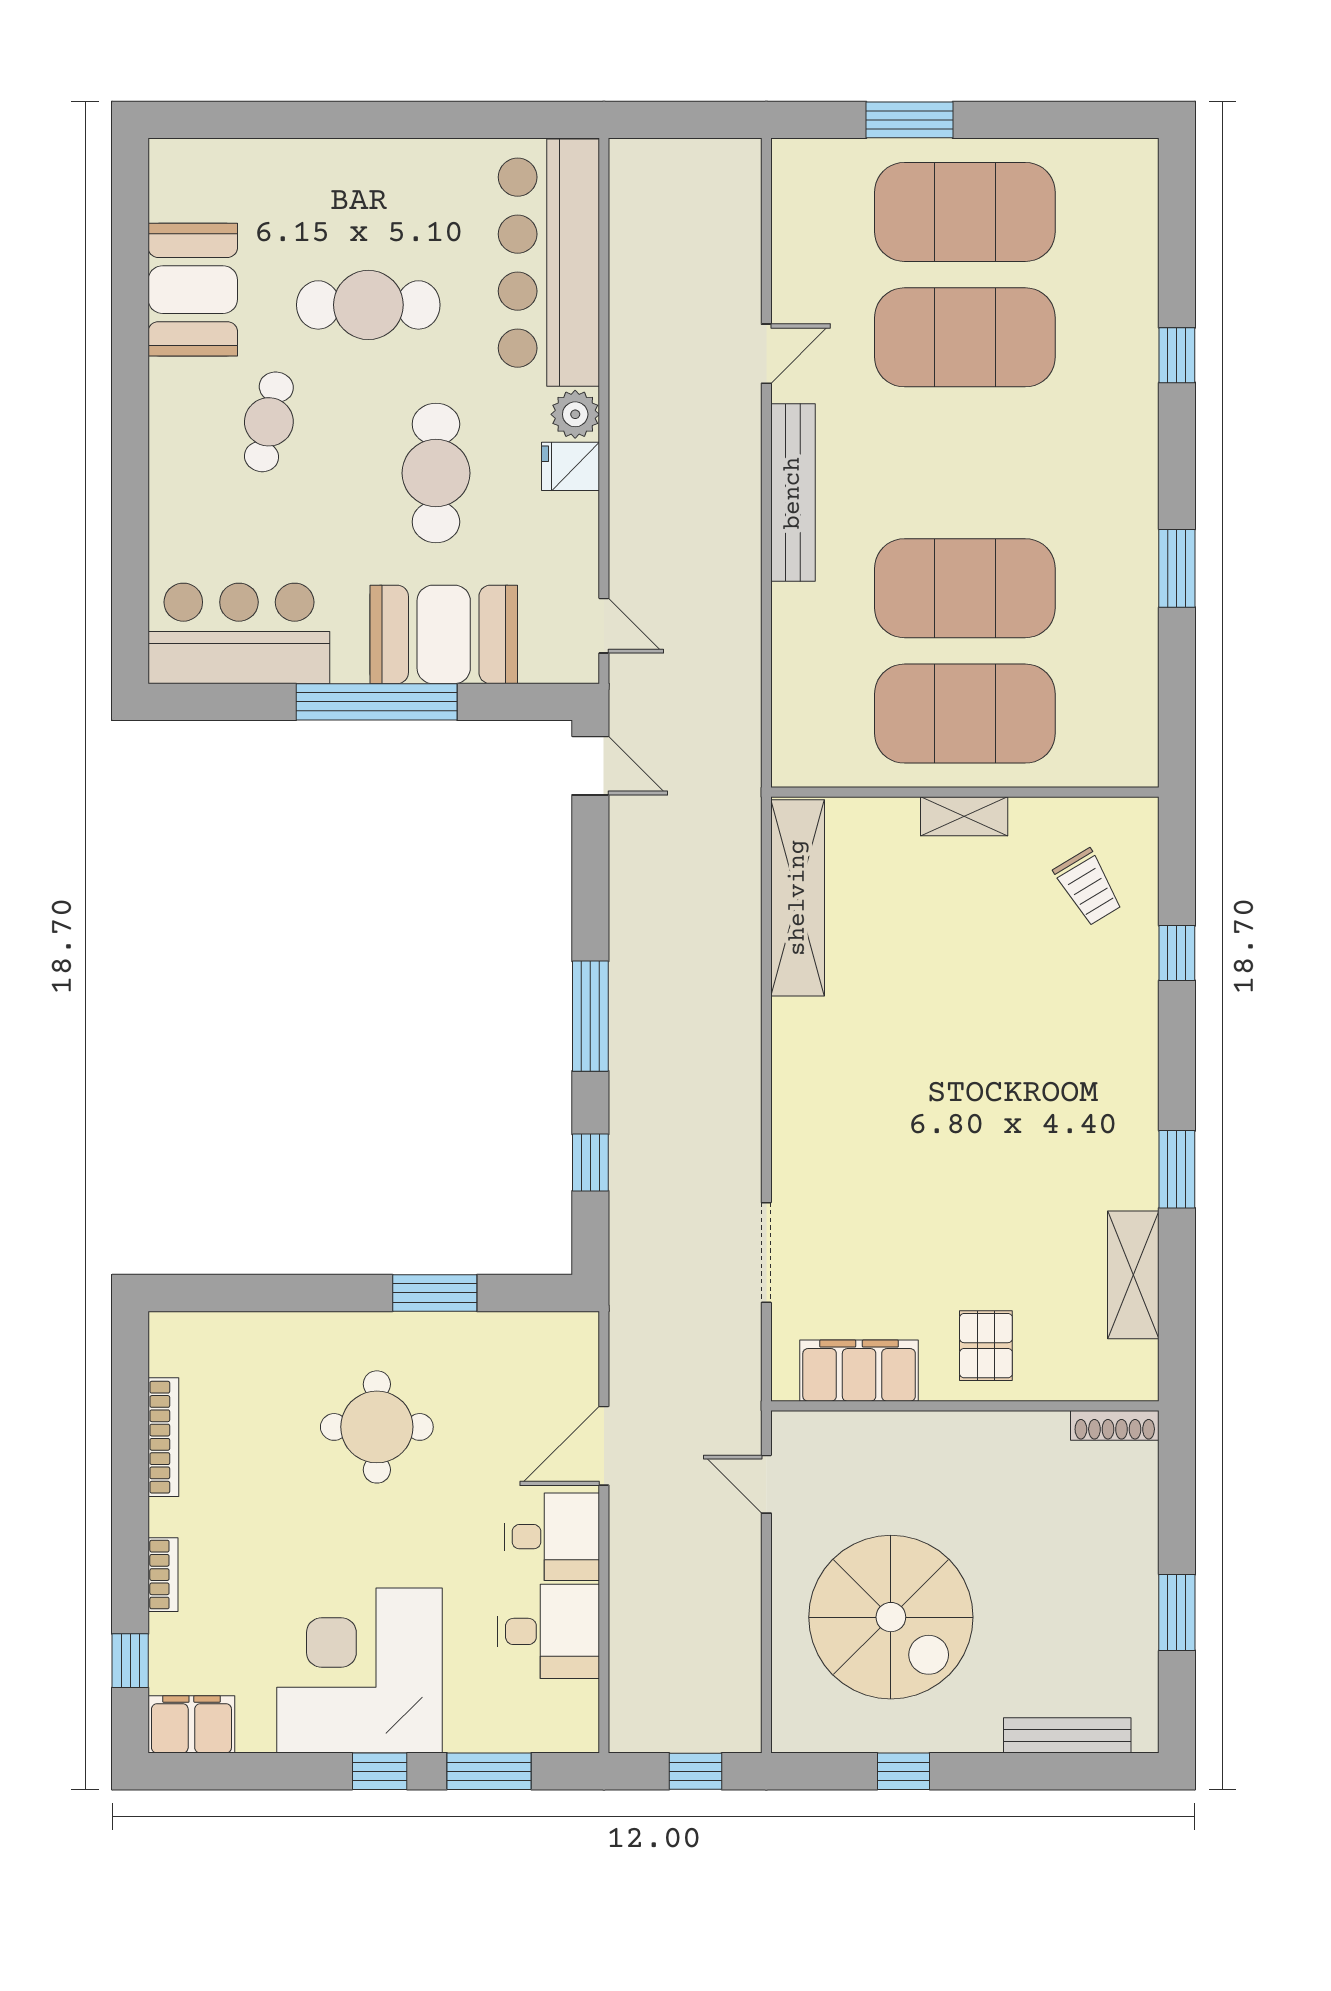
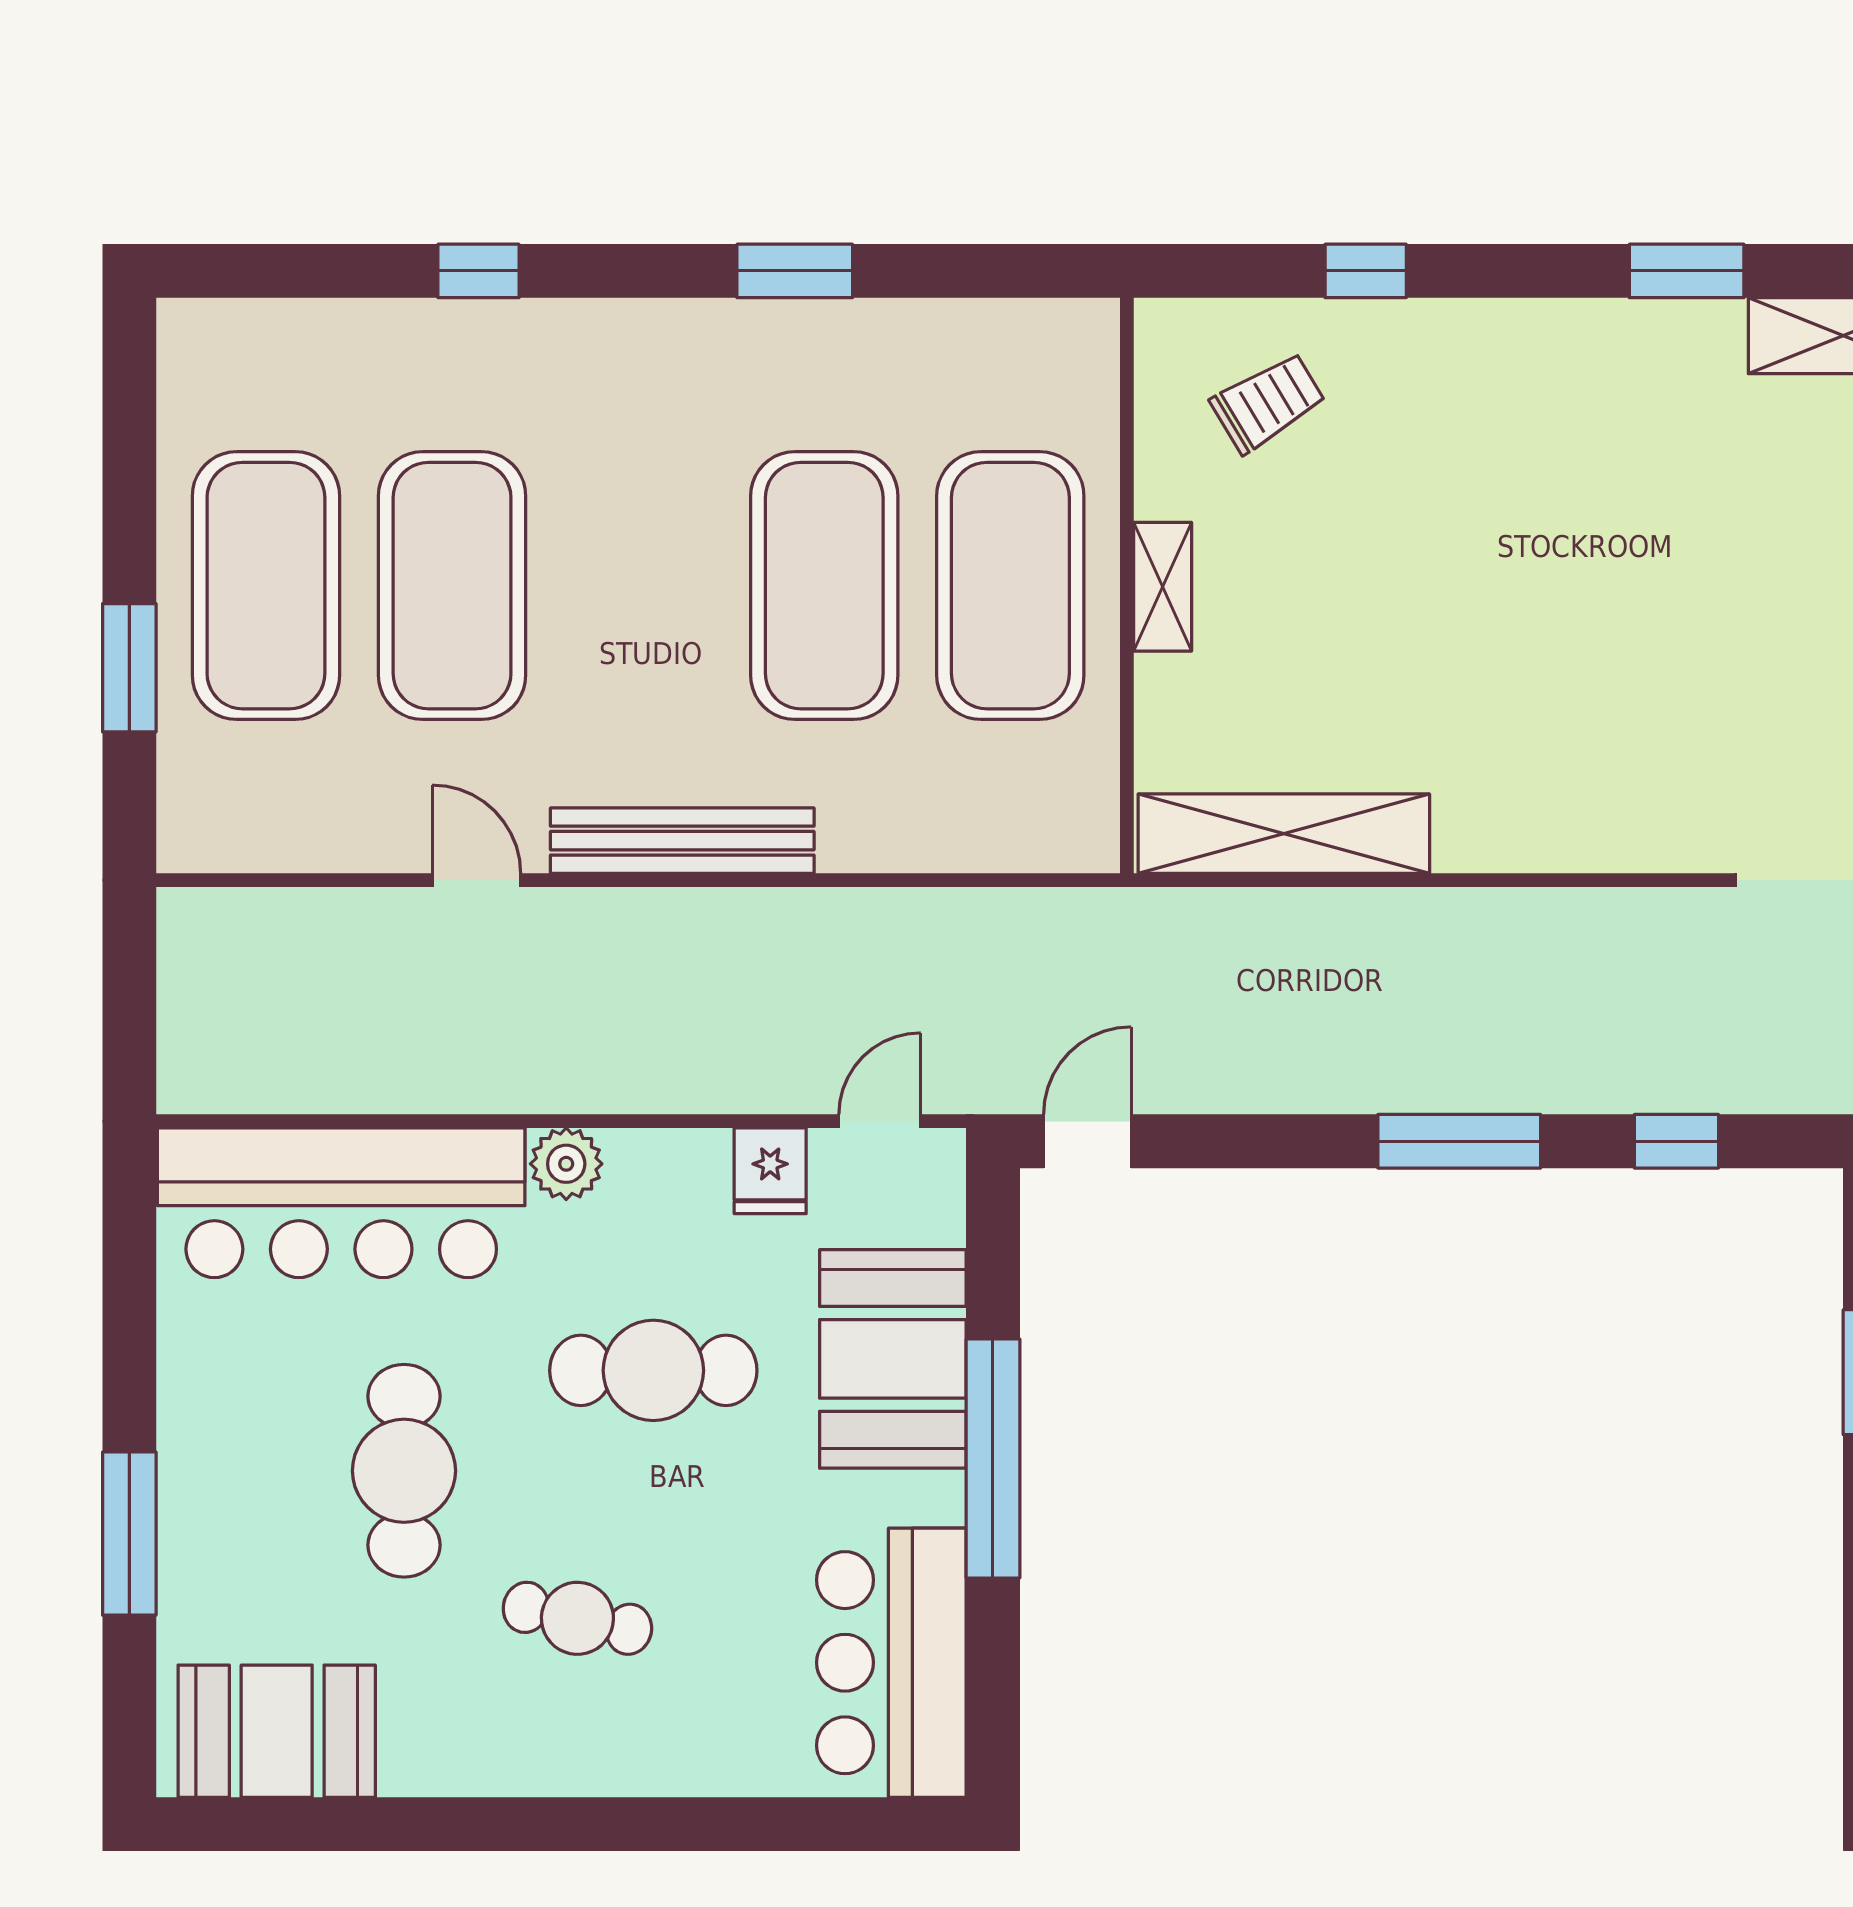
window: (326, 120) -> (129, 1534), added
booth: (193, 290) -> (277, 1731), moved
fridge: (570, 466) -> (770, 1171), moved

